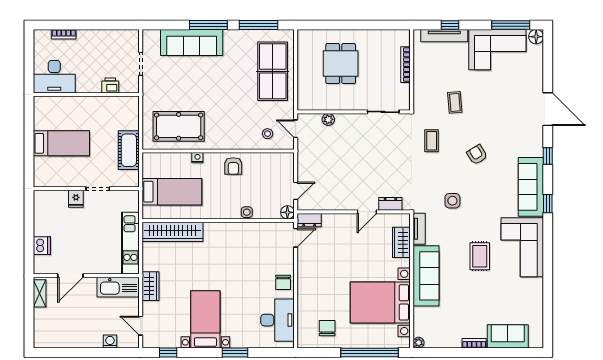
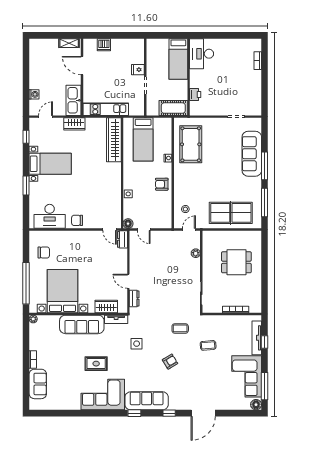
desk: (54, 77) -> (202, 54), moved
printer: (110, 85) -> (195, 95), moved
wall: (86, 94) -> (189, 77), moved

